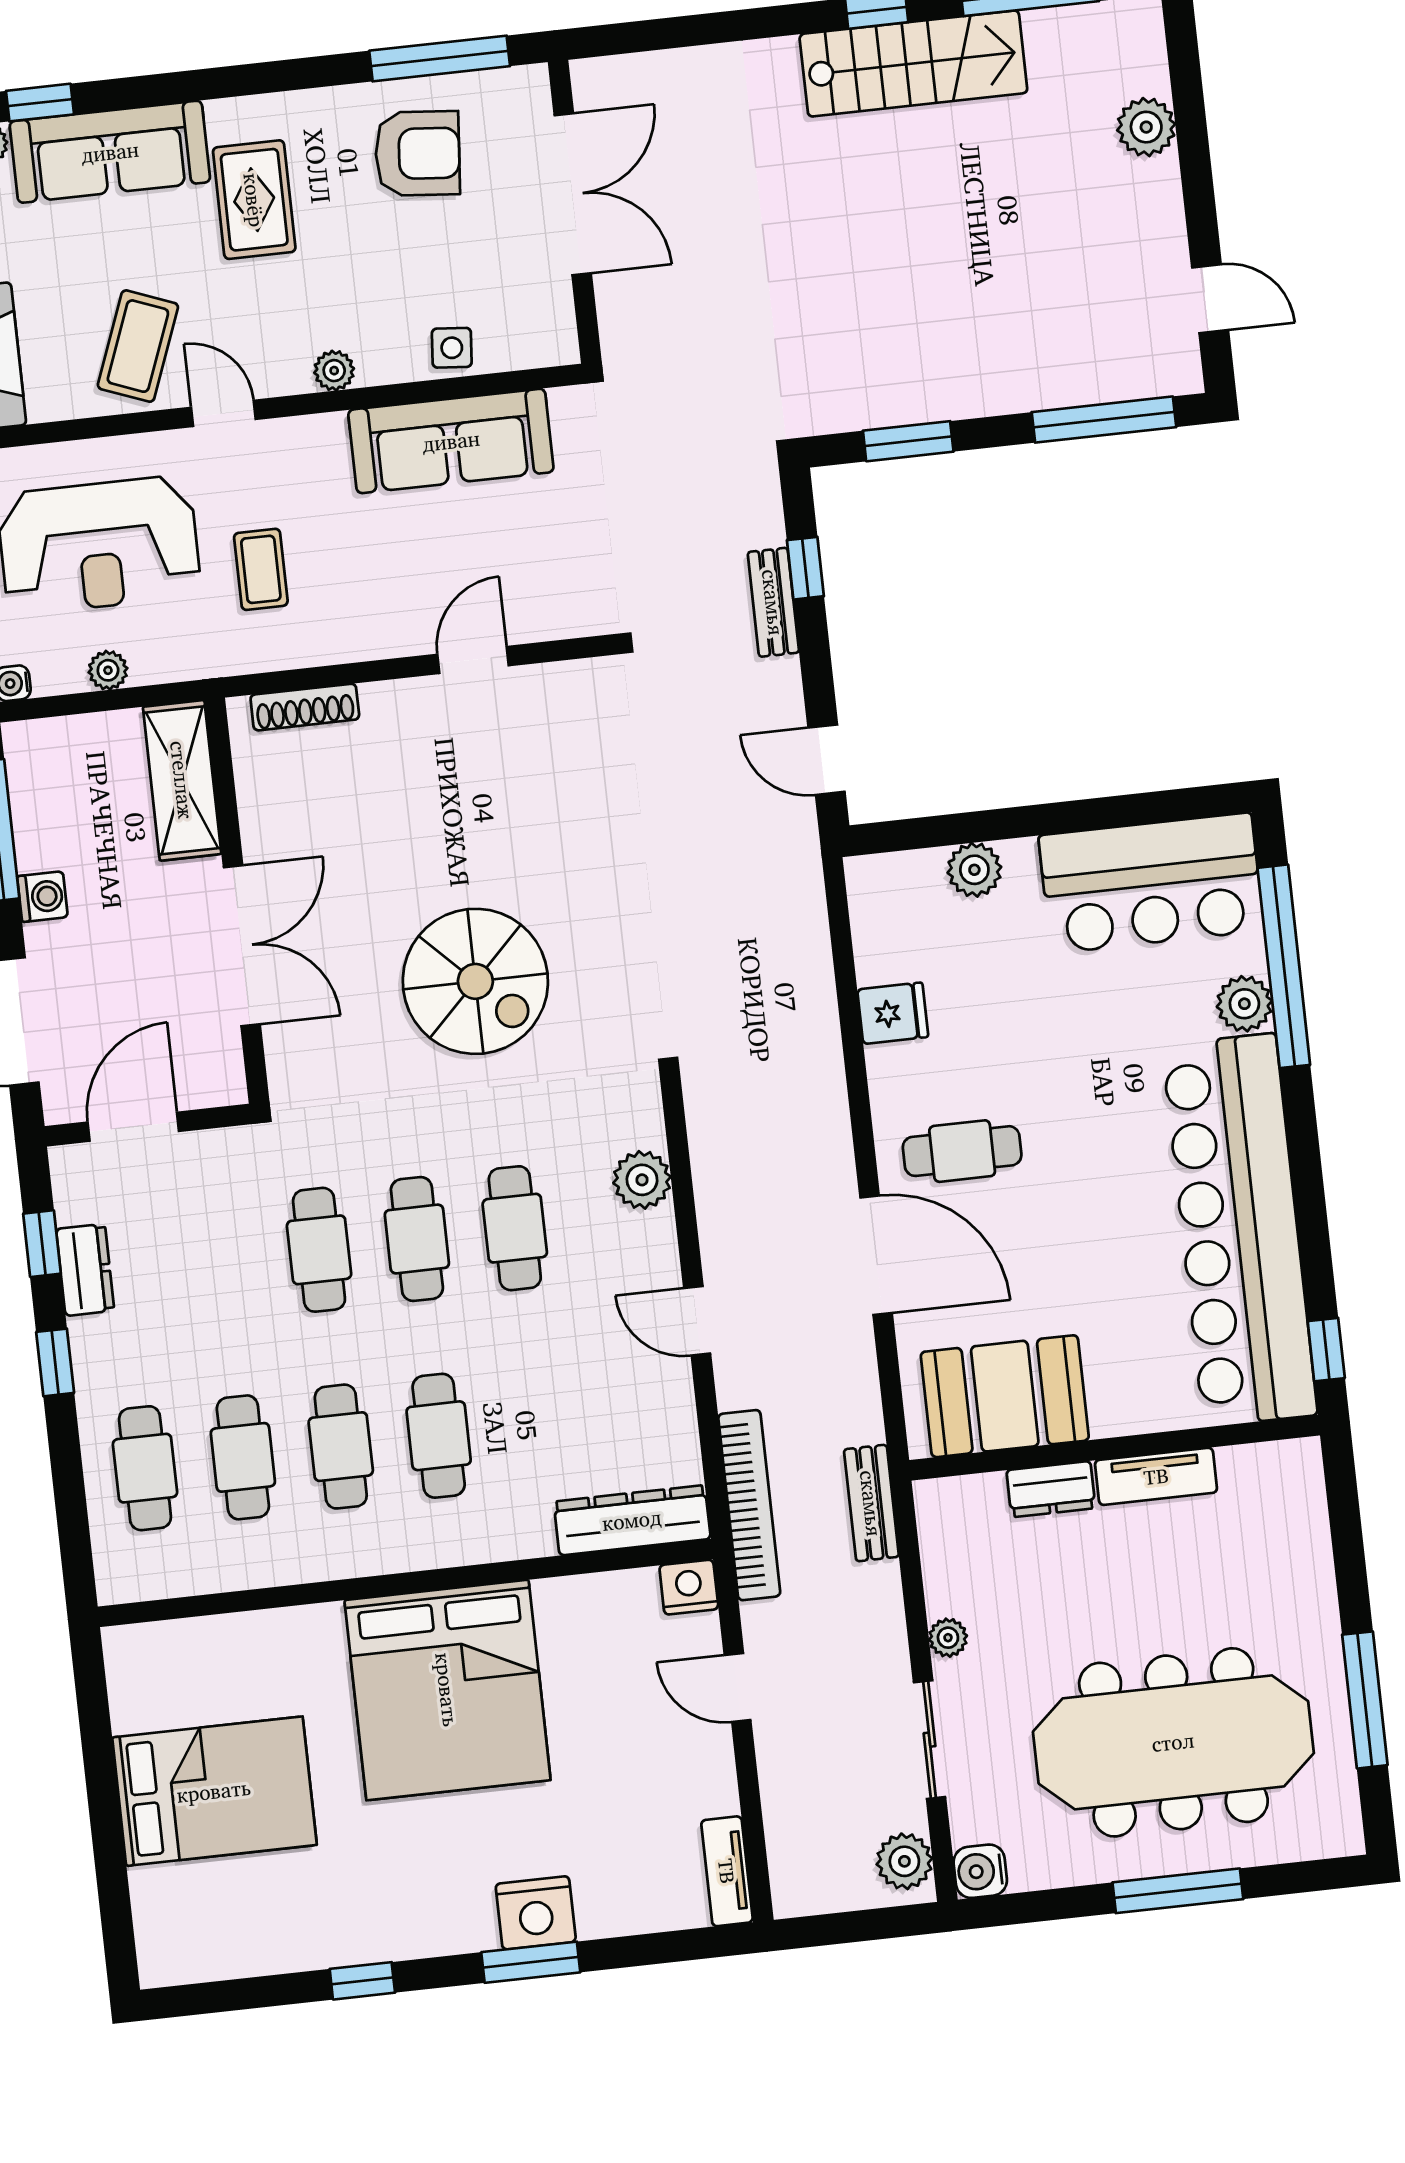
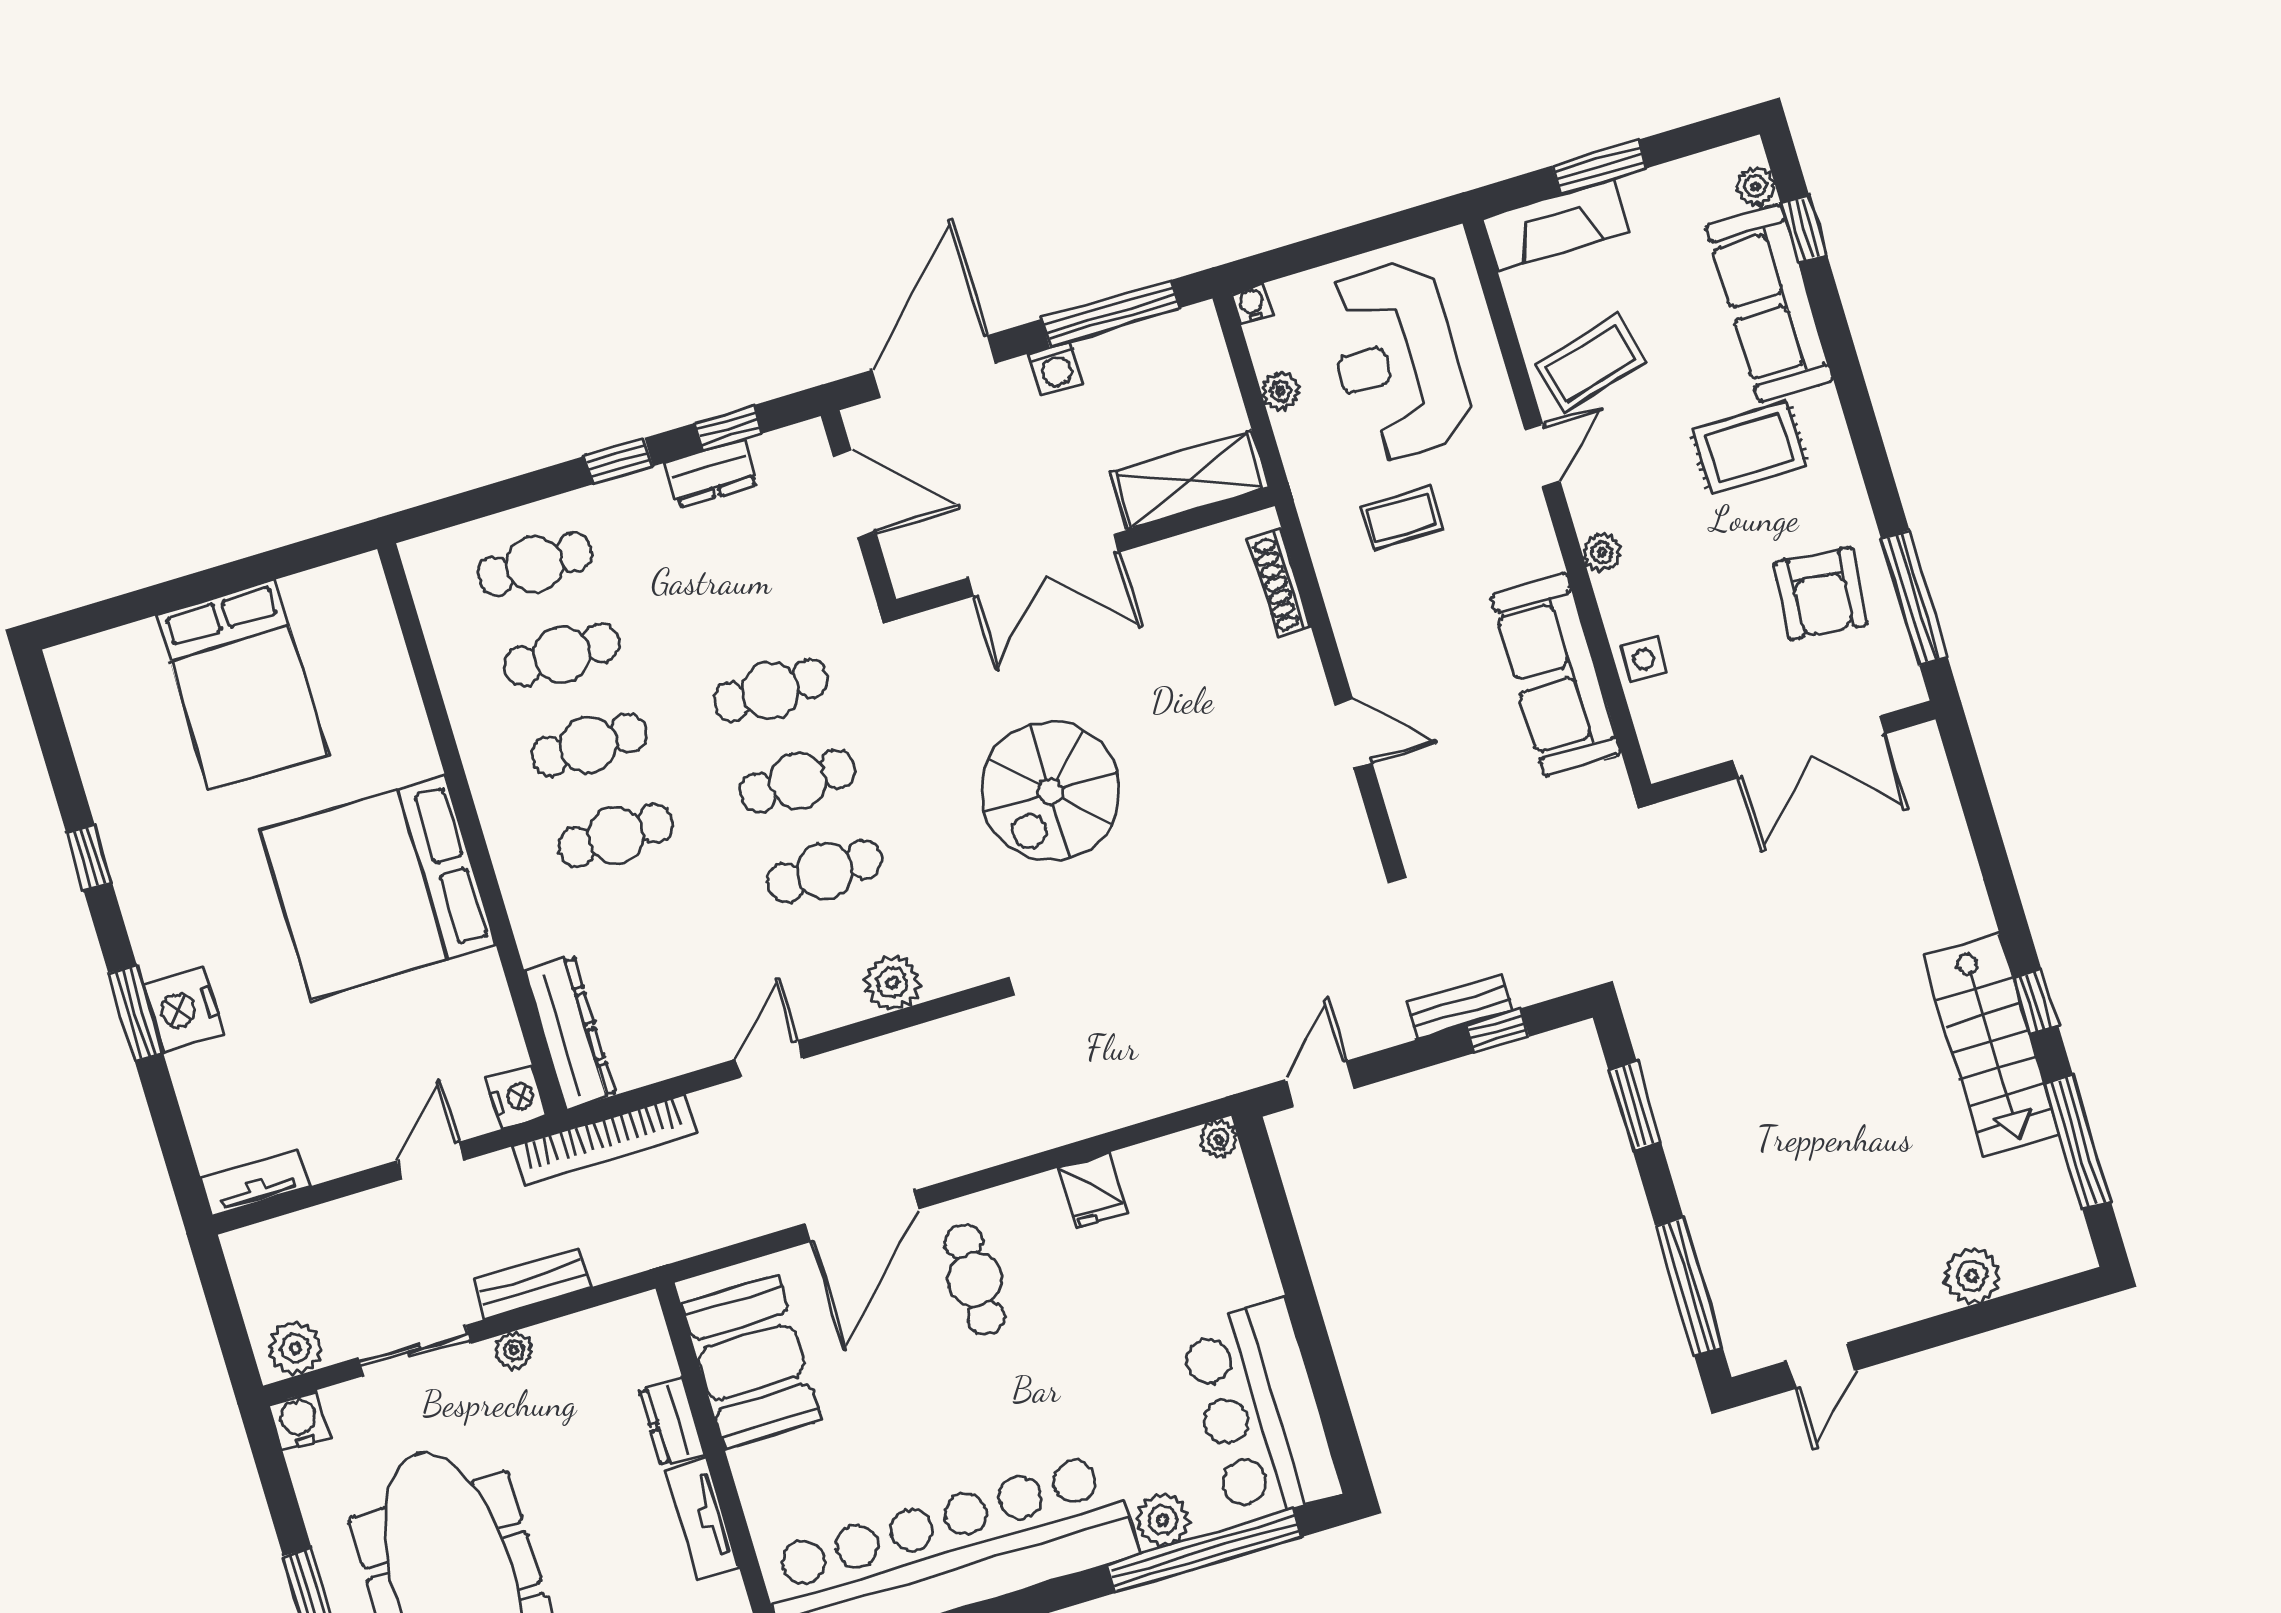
coffee table: (138, 346) -> (1591, 363), turned -36
plant: (974, 870) -> (1219, 1139), moved, width x0.73, depth x0.73
bench: (871, 1503) -> (532, 1283), moved

